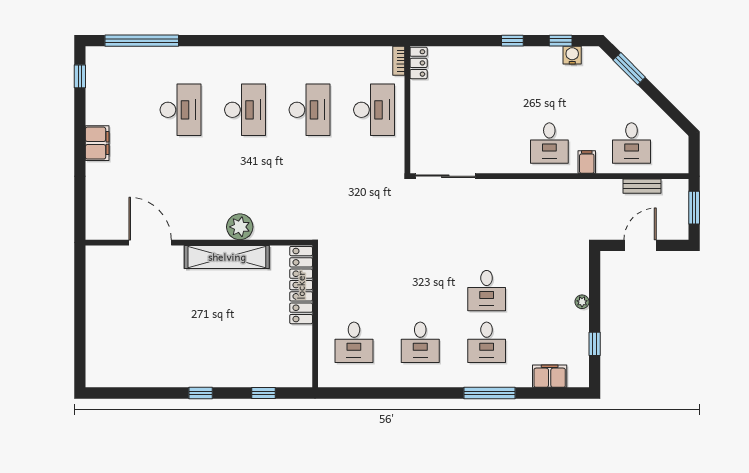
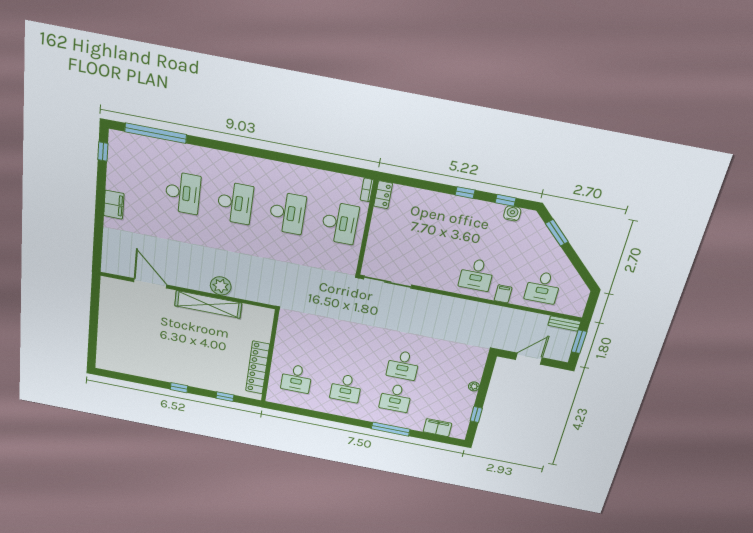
bench: (642, 186) -> (564, 323), moved
locker: (301, 285) -> (258, 368), moved

